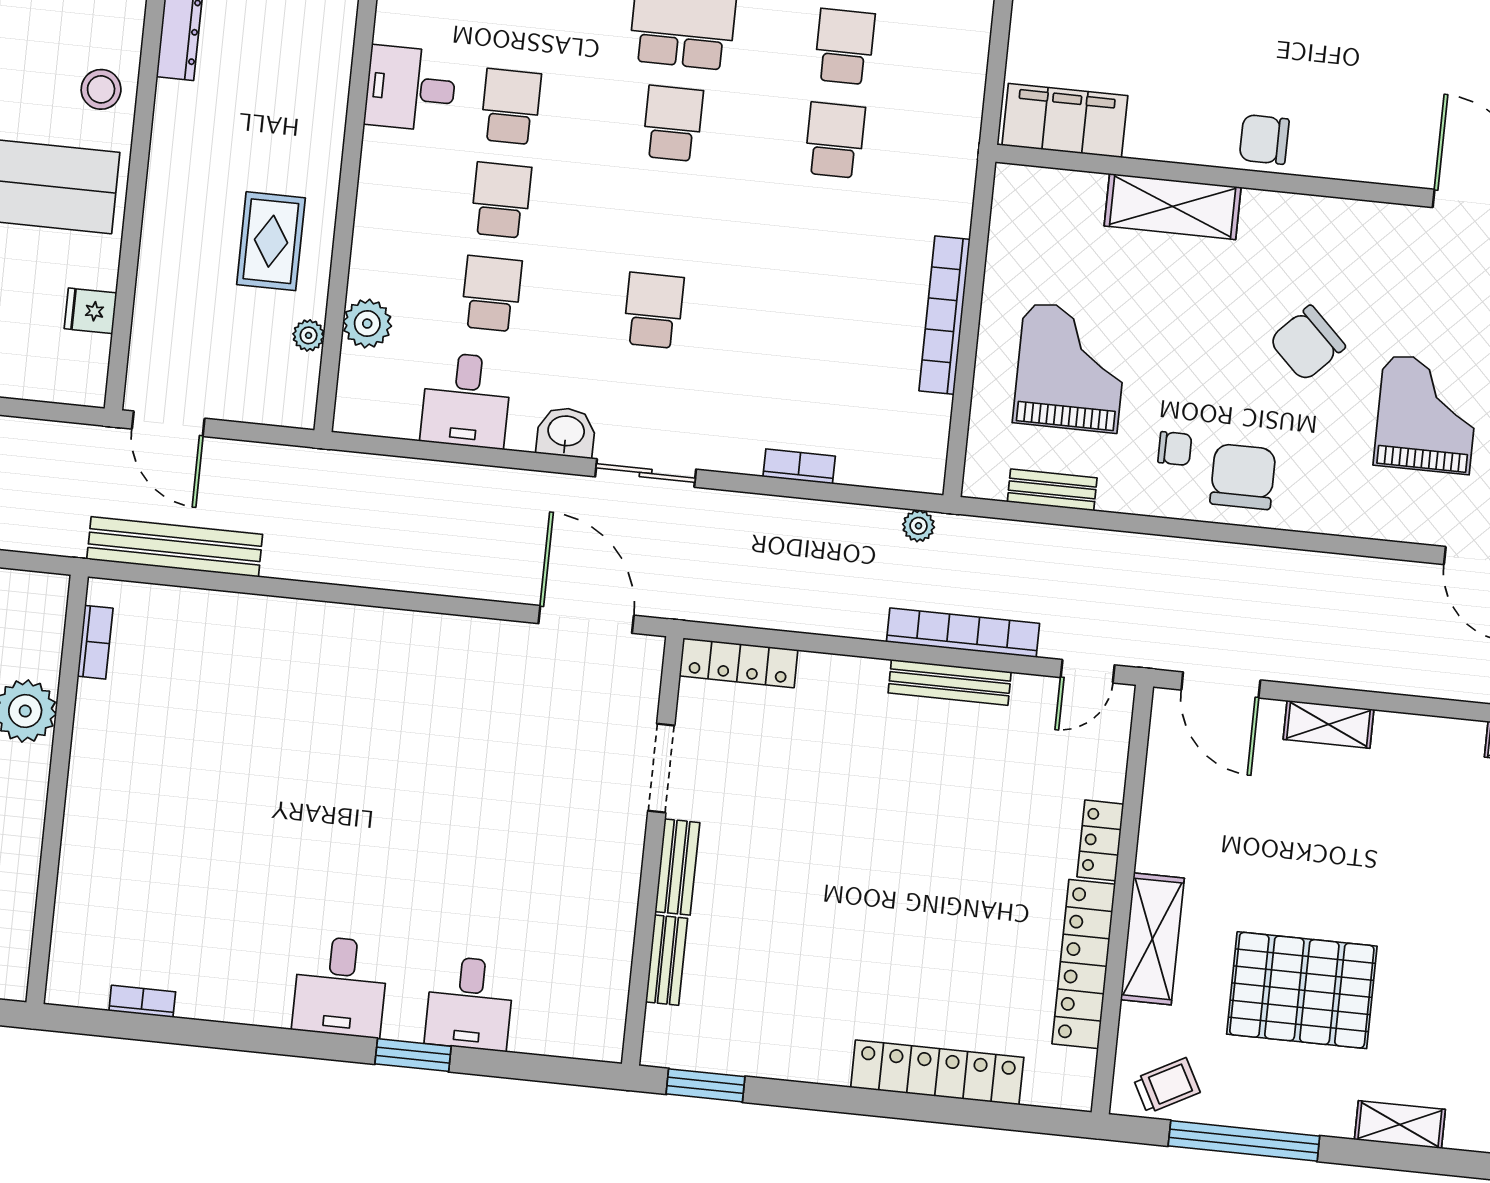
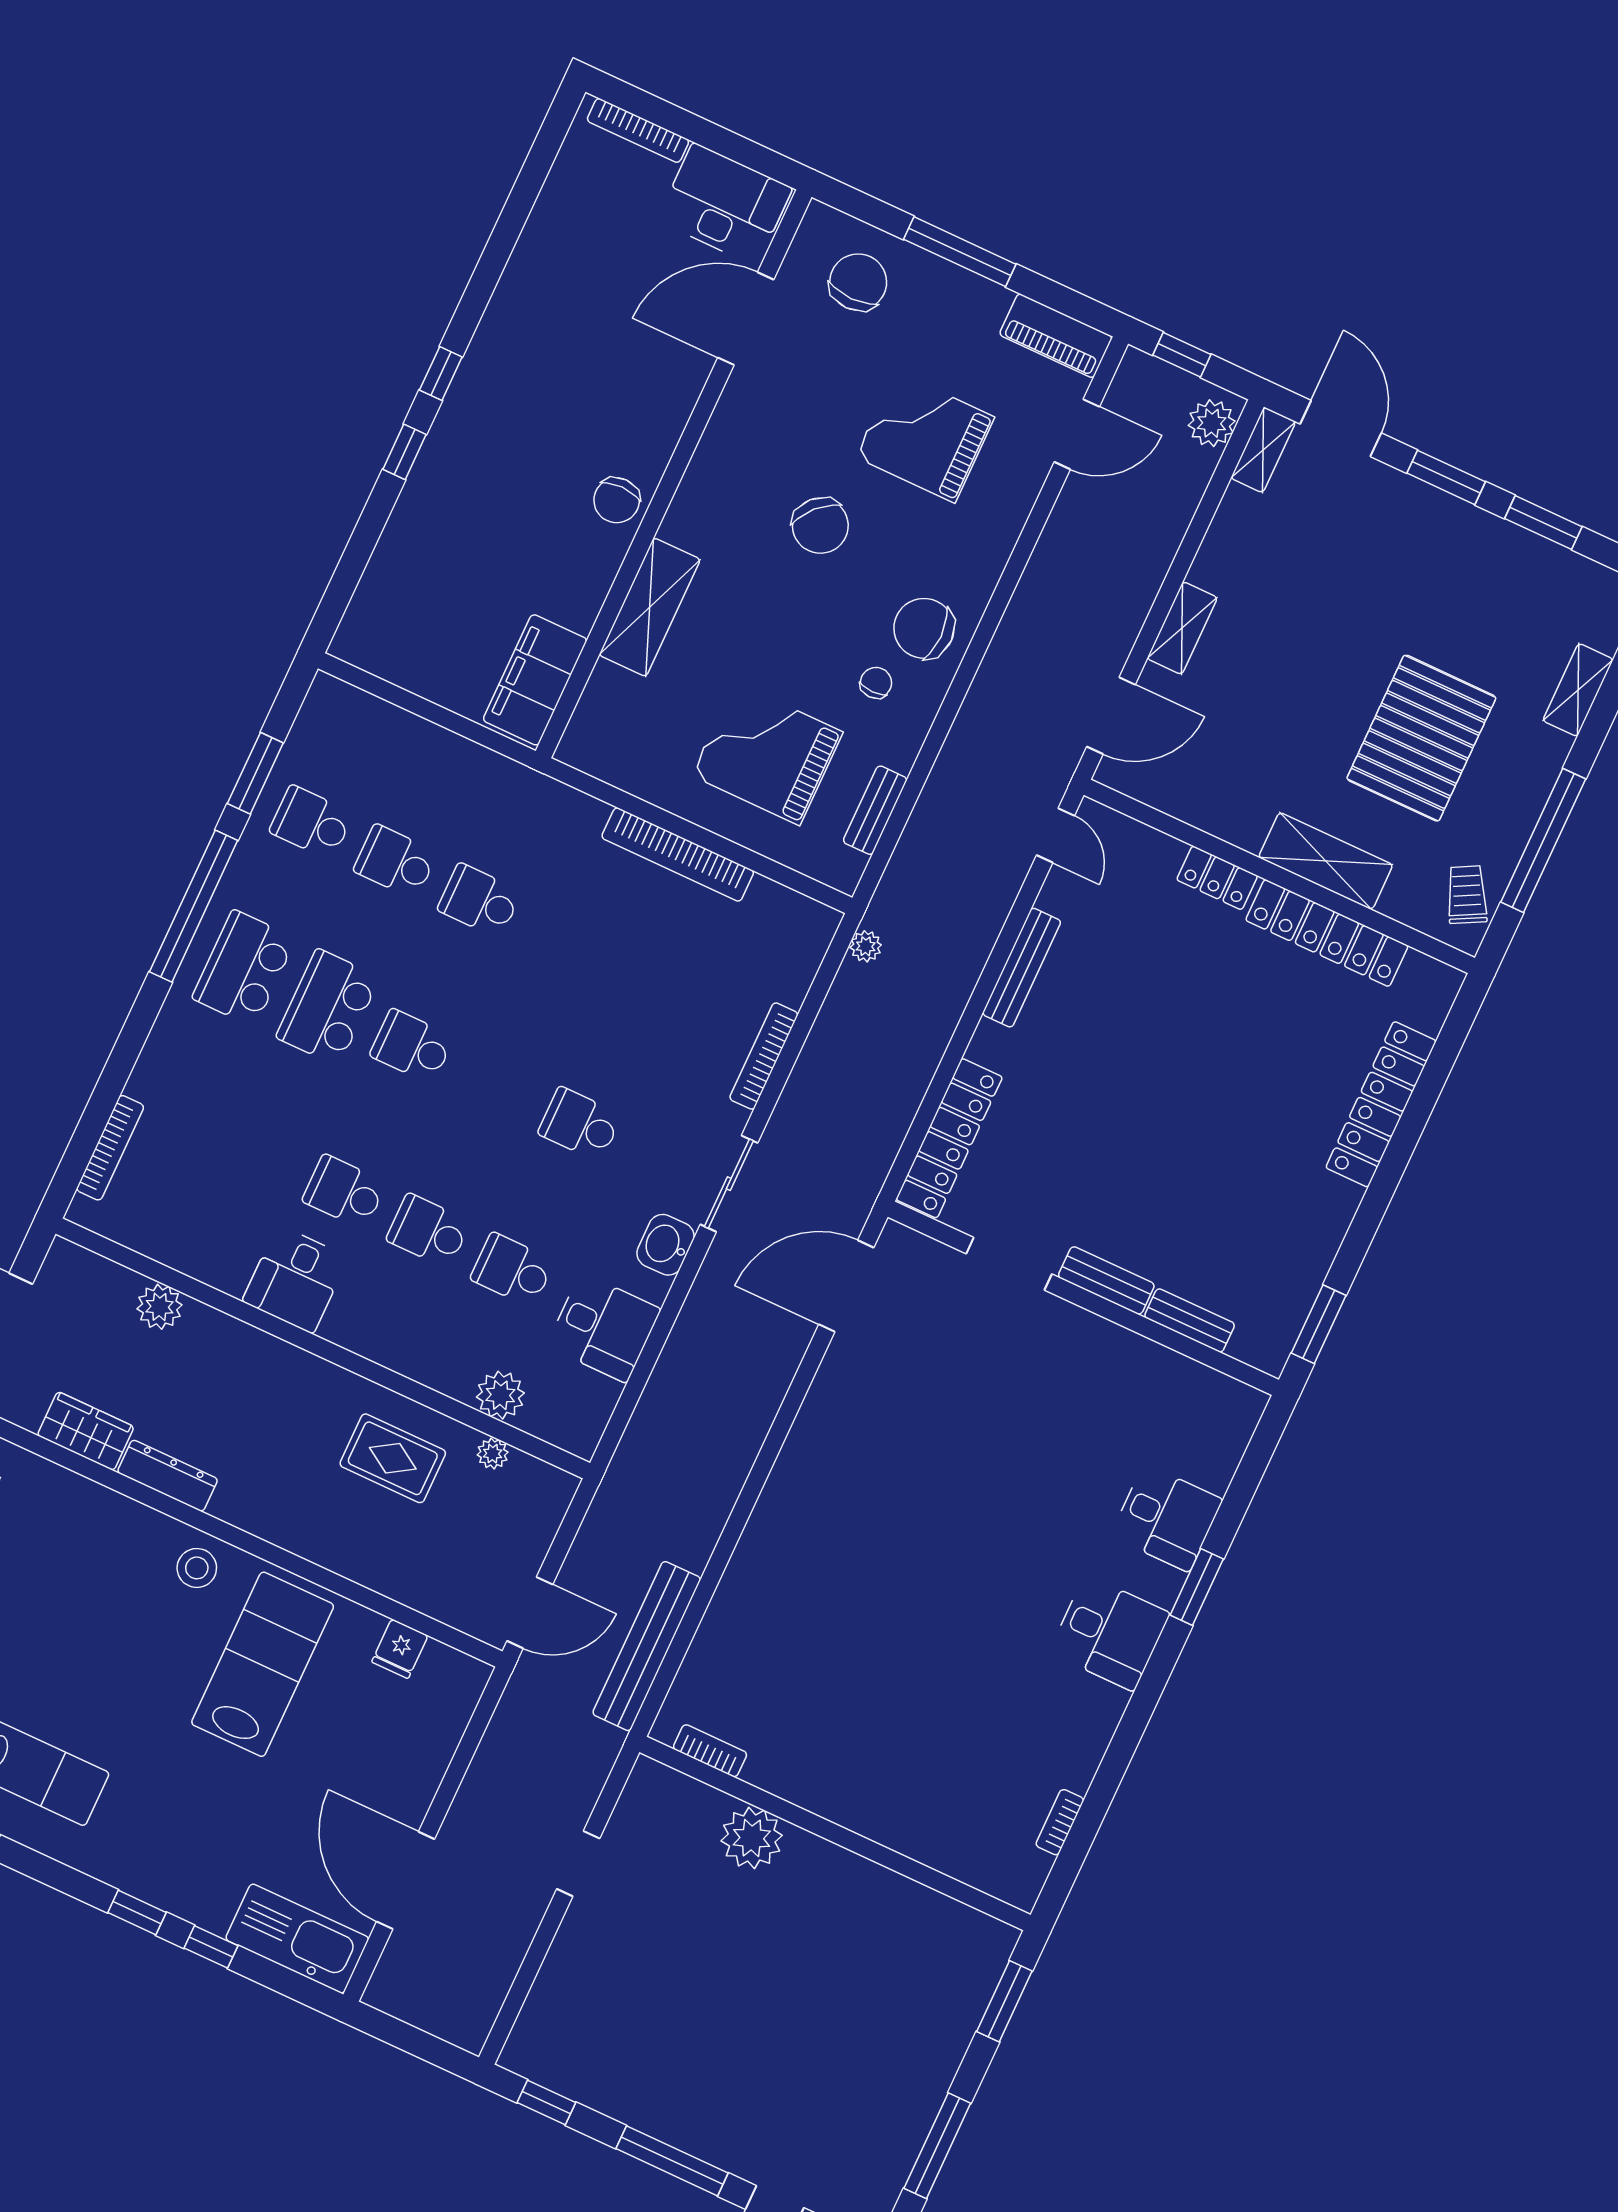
bookcase: (799, 466) -> (764, 1056), width x1.56
bookcase: (963, 633) -> (980, 939), removed
locker: (739, 663) -> (949, 1138), width x1.41, depth x1.21

